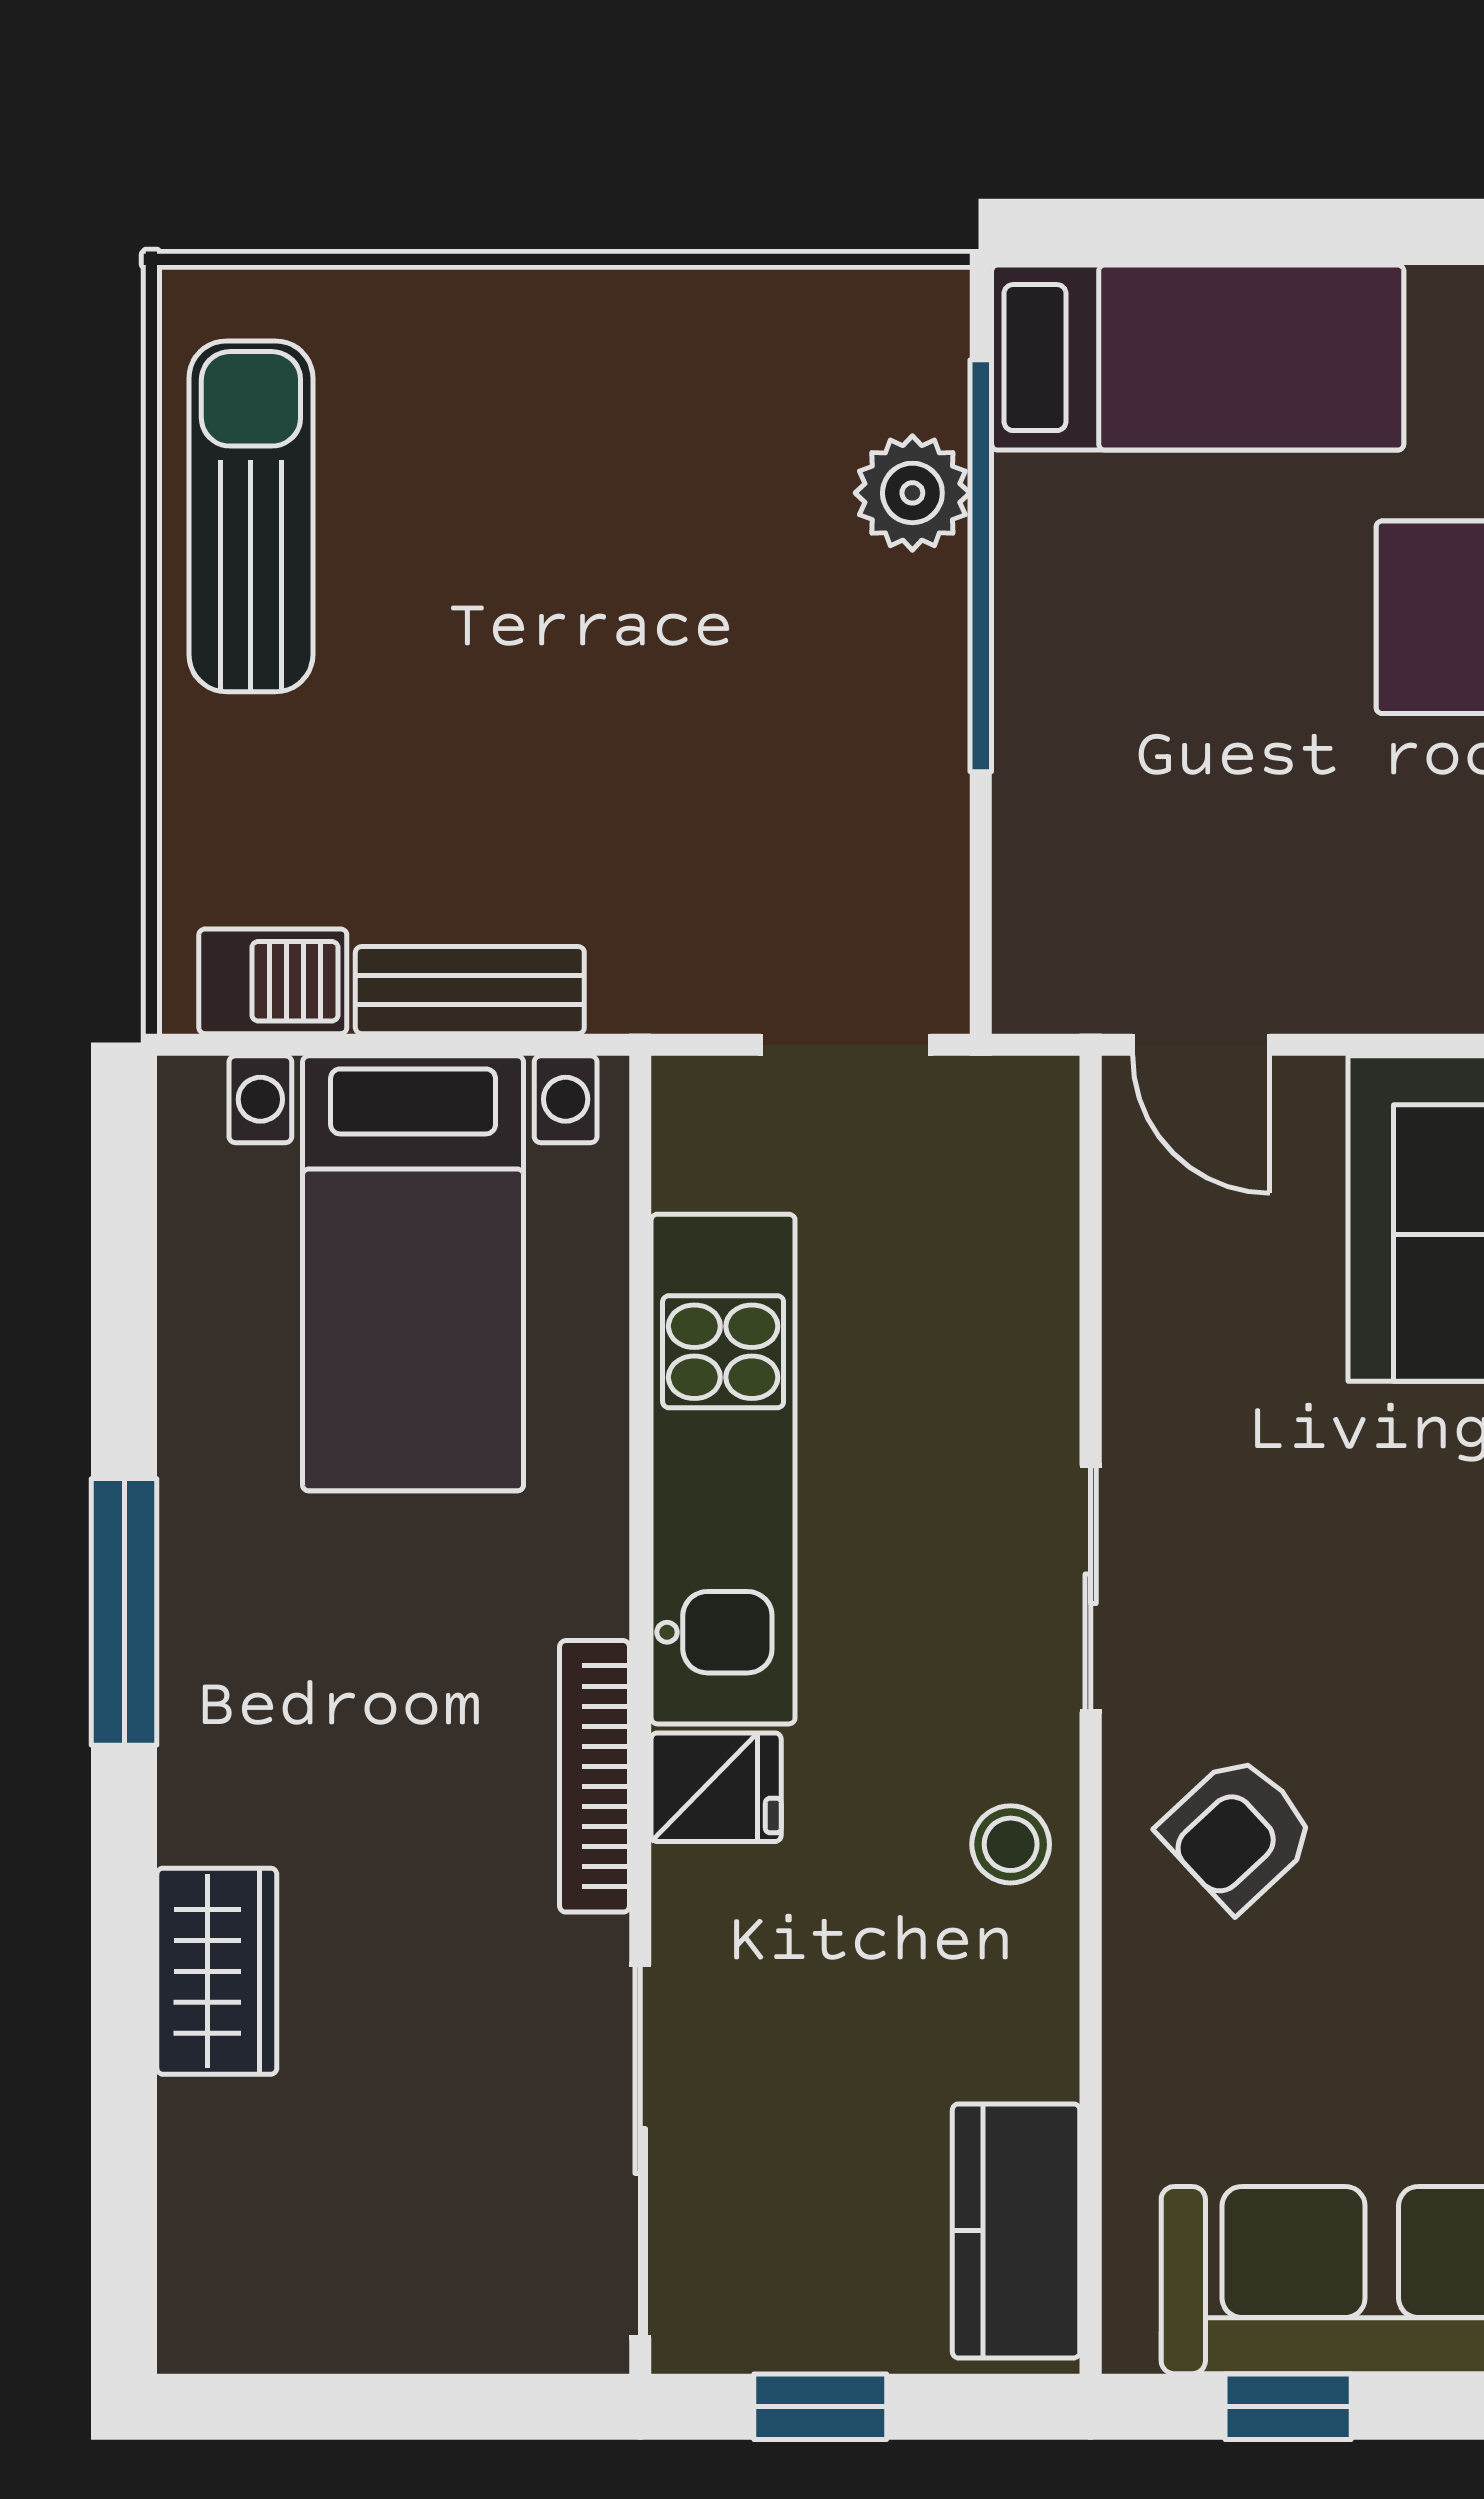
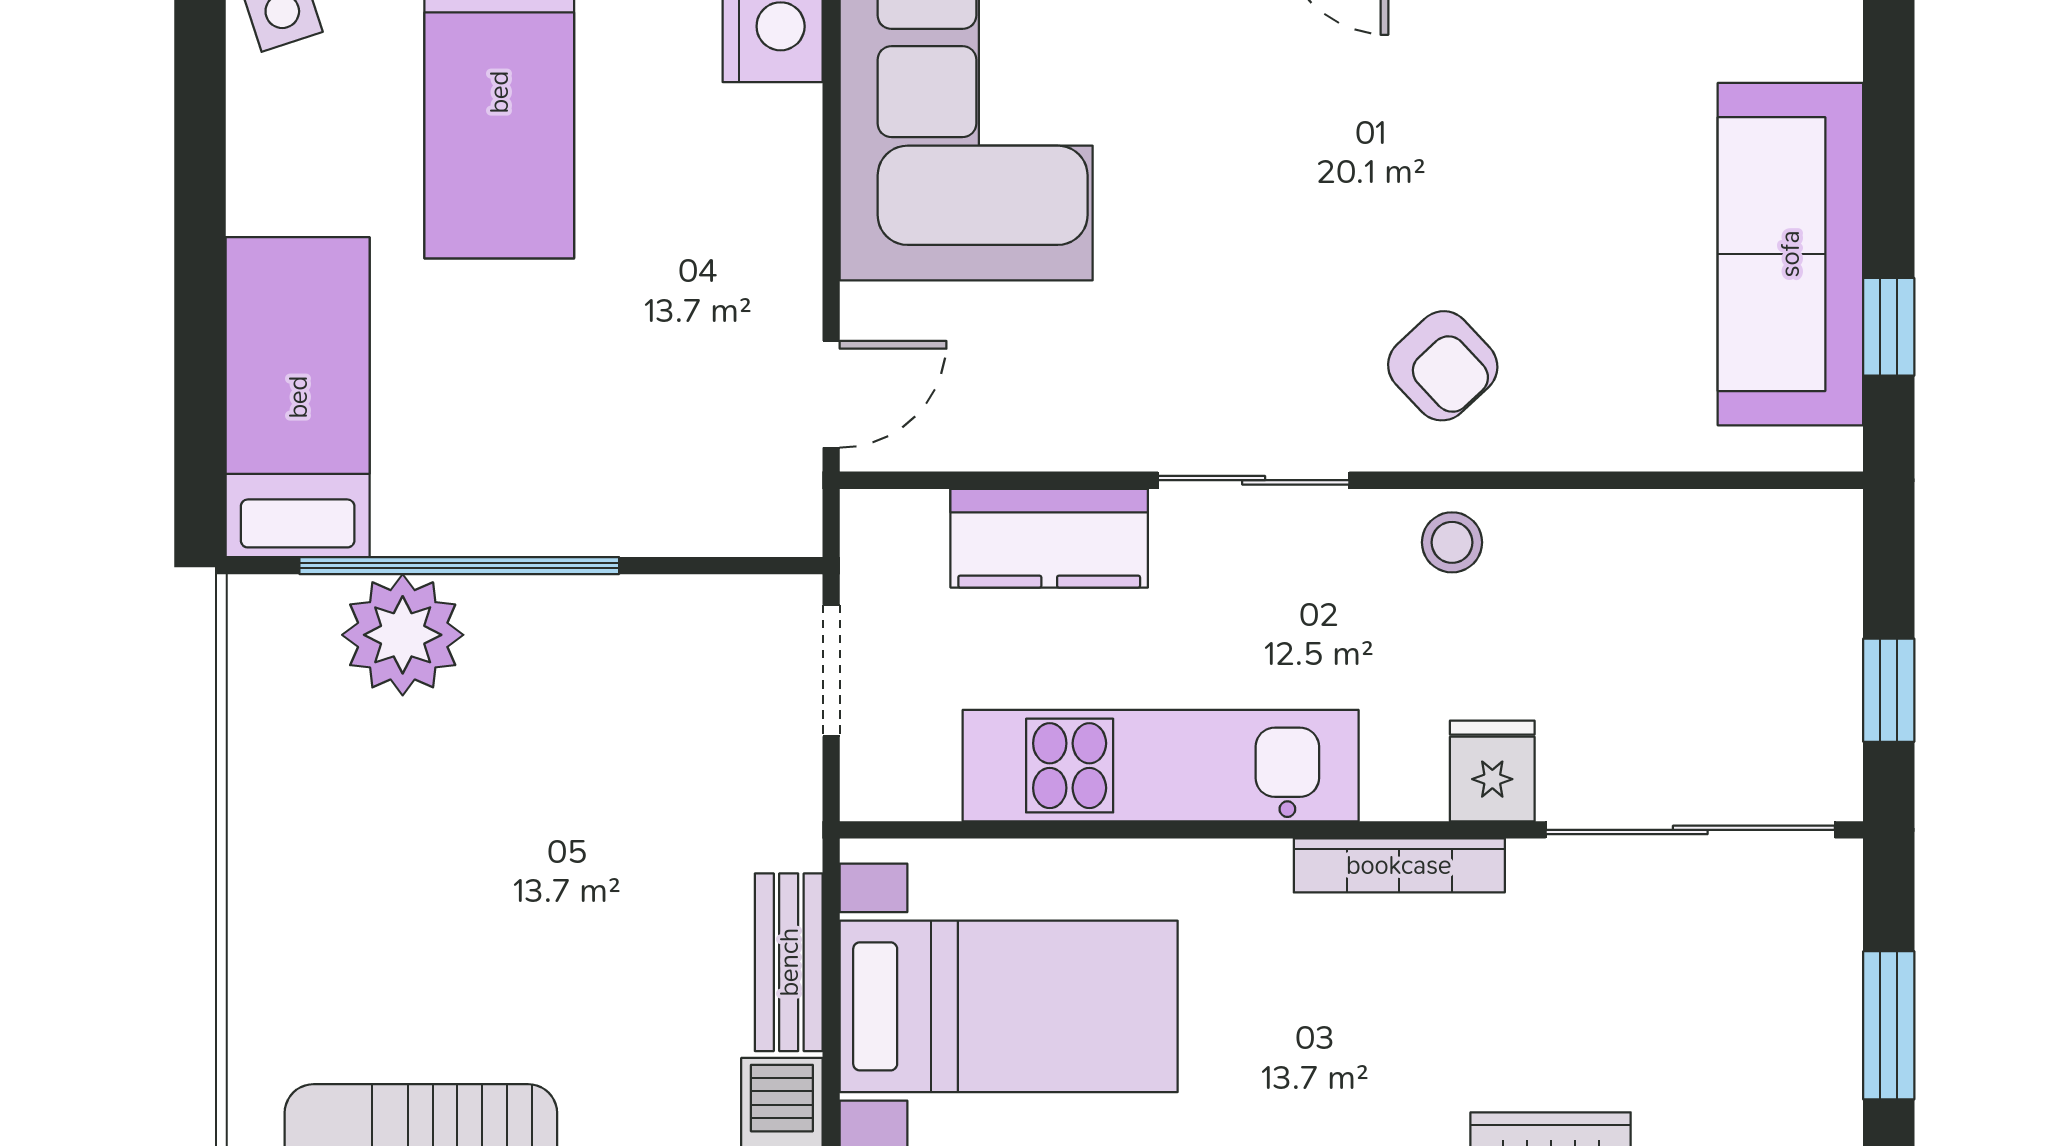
plant: (912, 493) -> (403, 635), width x1.36, depth x1.36
fridge: (716, 1787) -> (1492, 771), moved
kitchen counter: (1016, 2231) -> (1049, 538), moved
window: (389, 2407) -> (1889, 1025), added

